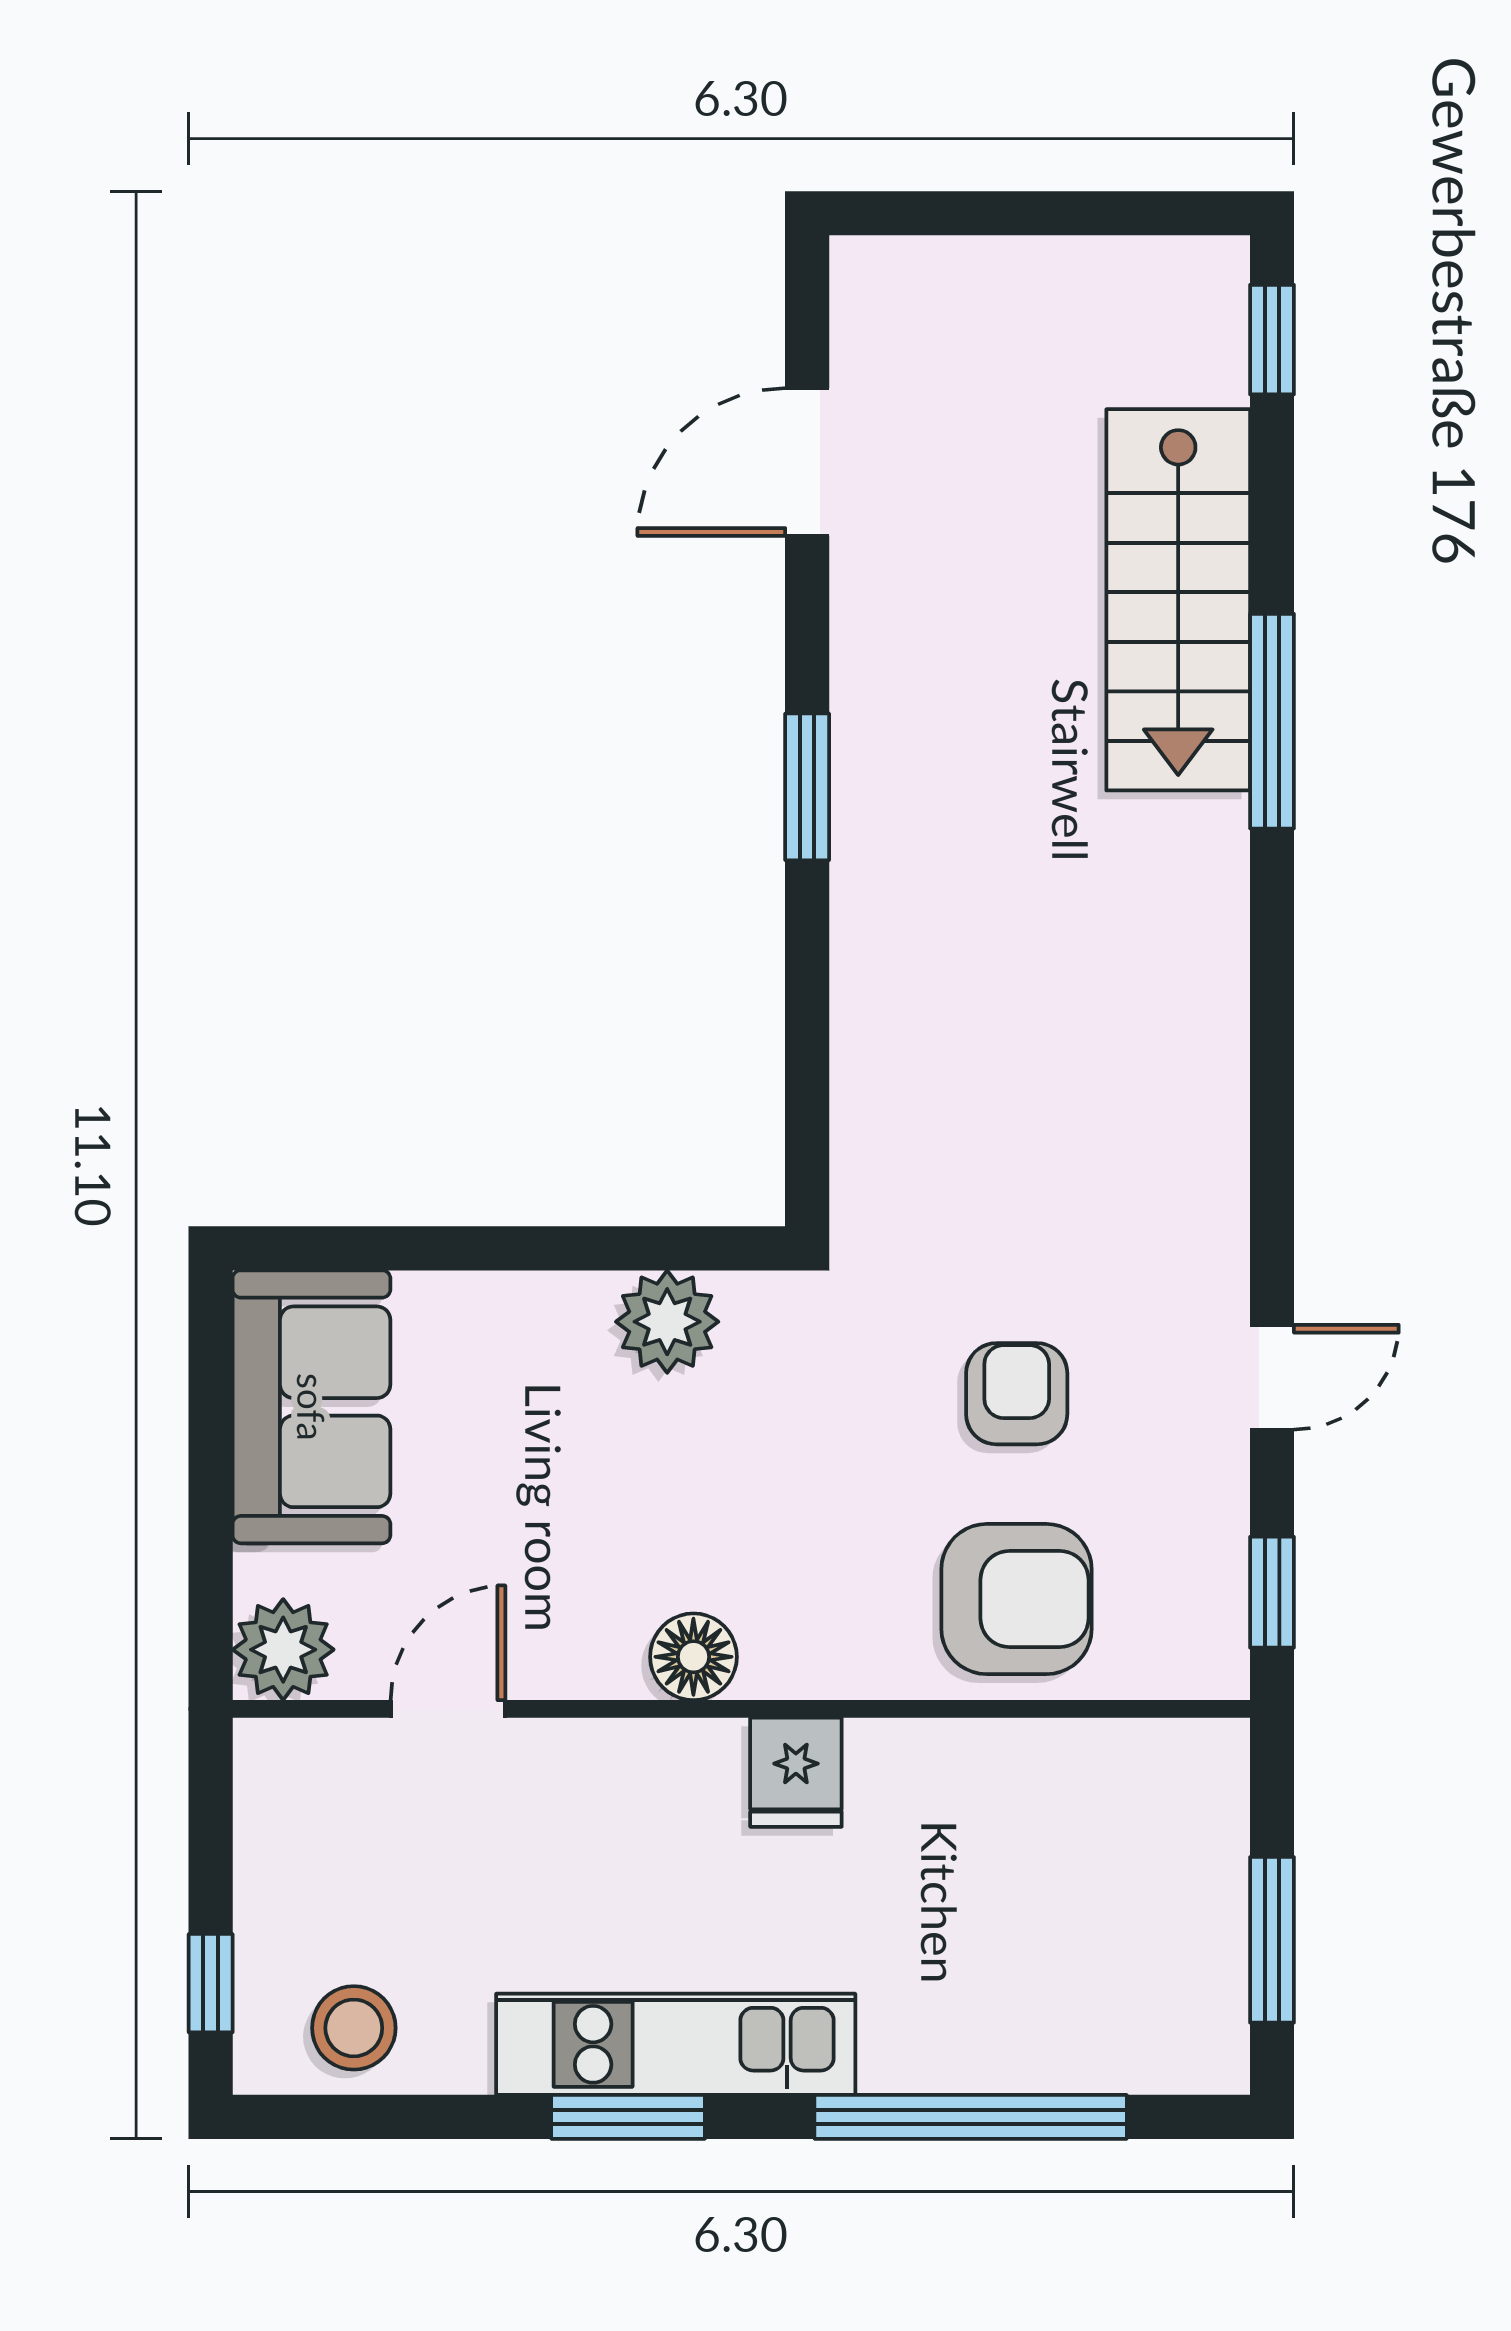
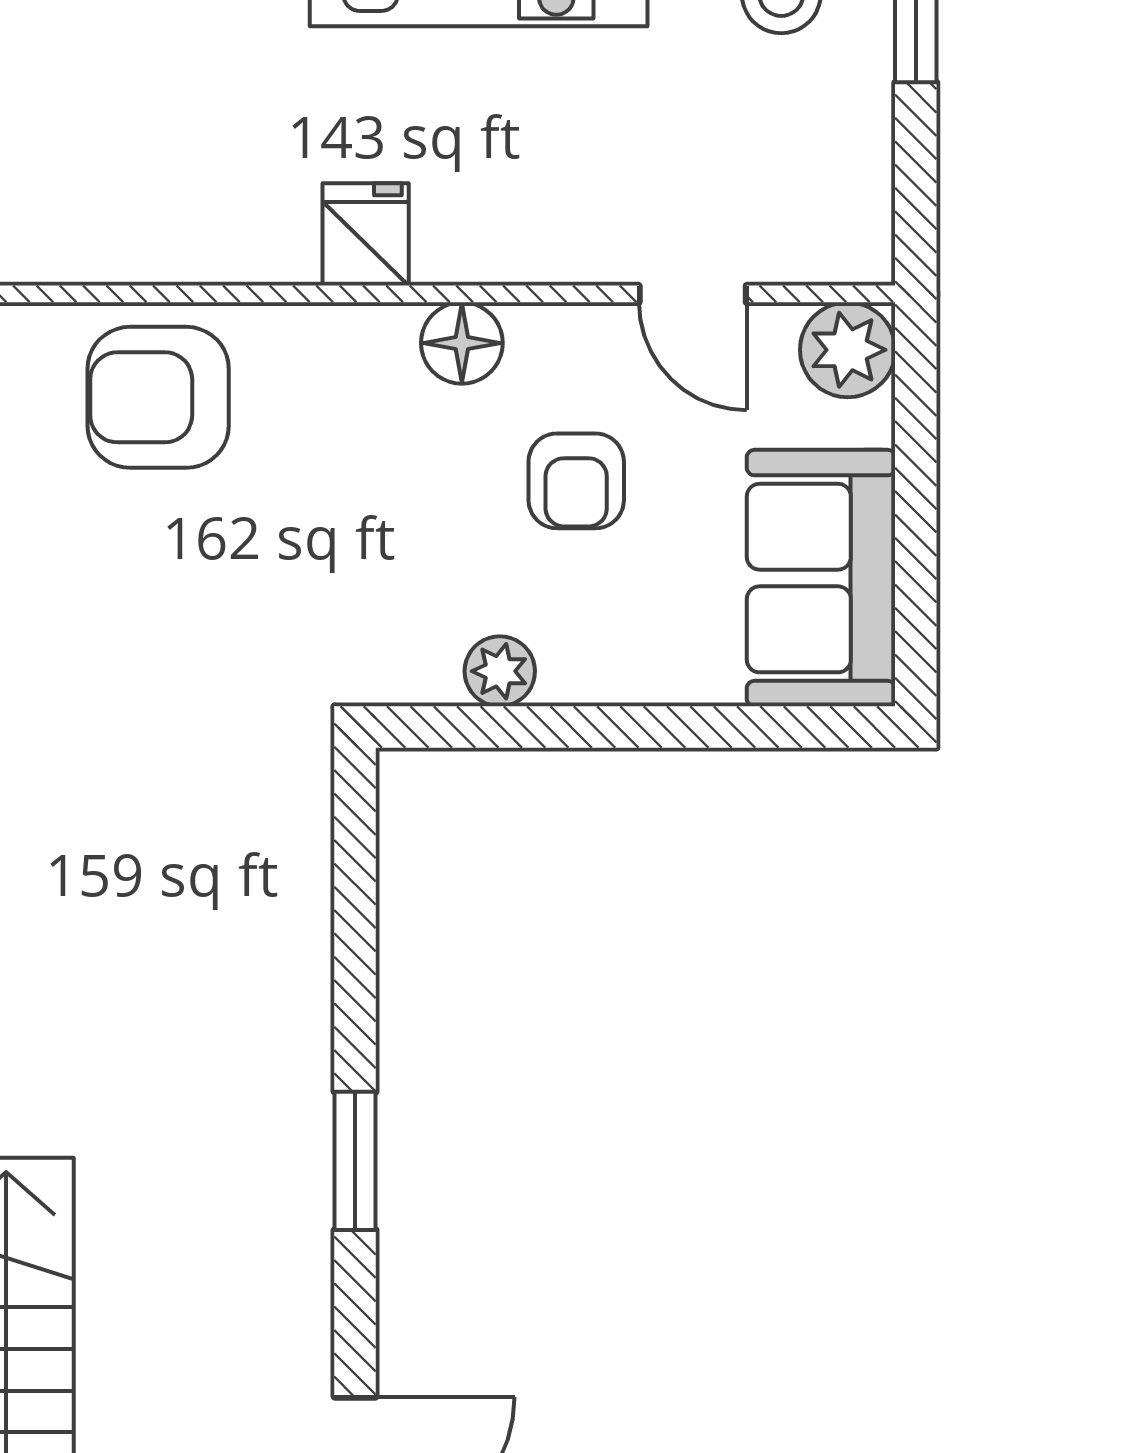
plant: (667, 1322) -> (500, 671), width x0.73, depth x0.73
armchair: (1017, 1394) -> (576, 481), moved
door: (448, 1709) -> (693, 294), hinge flipped

